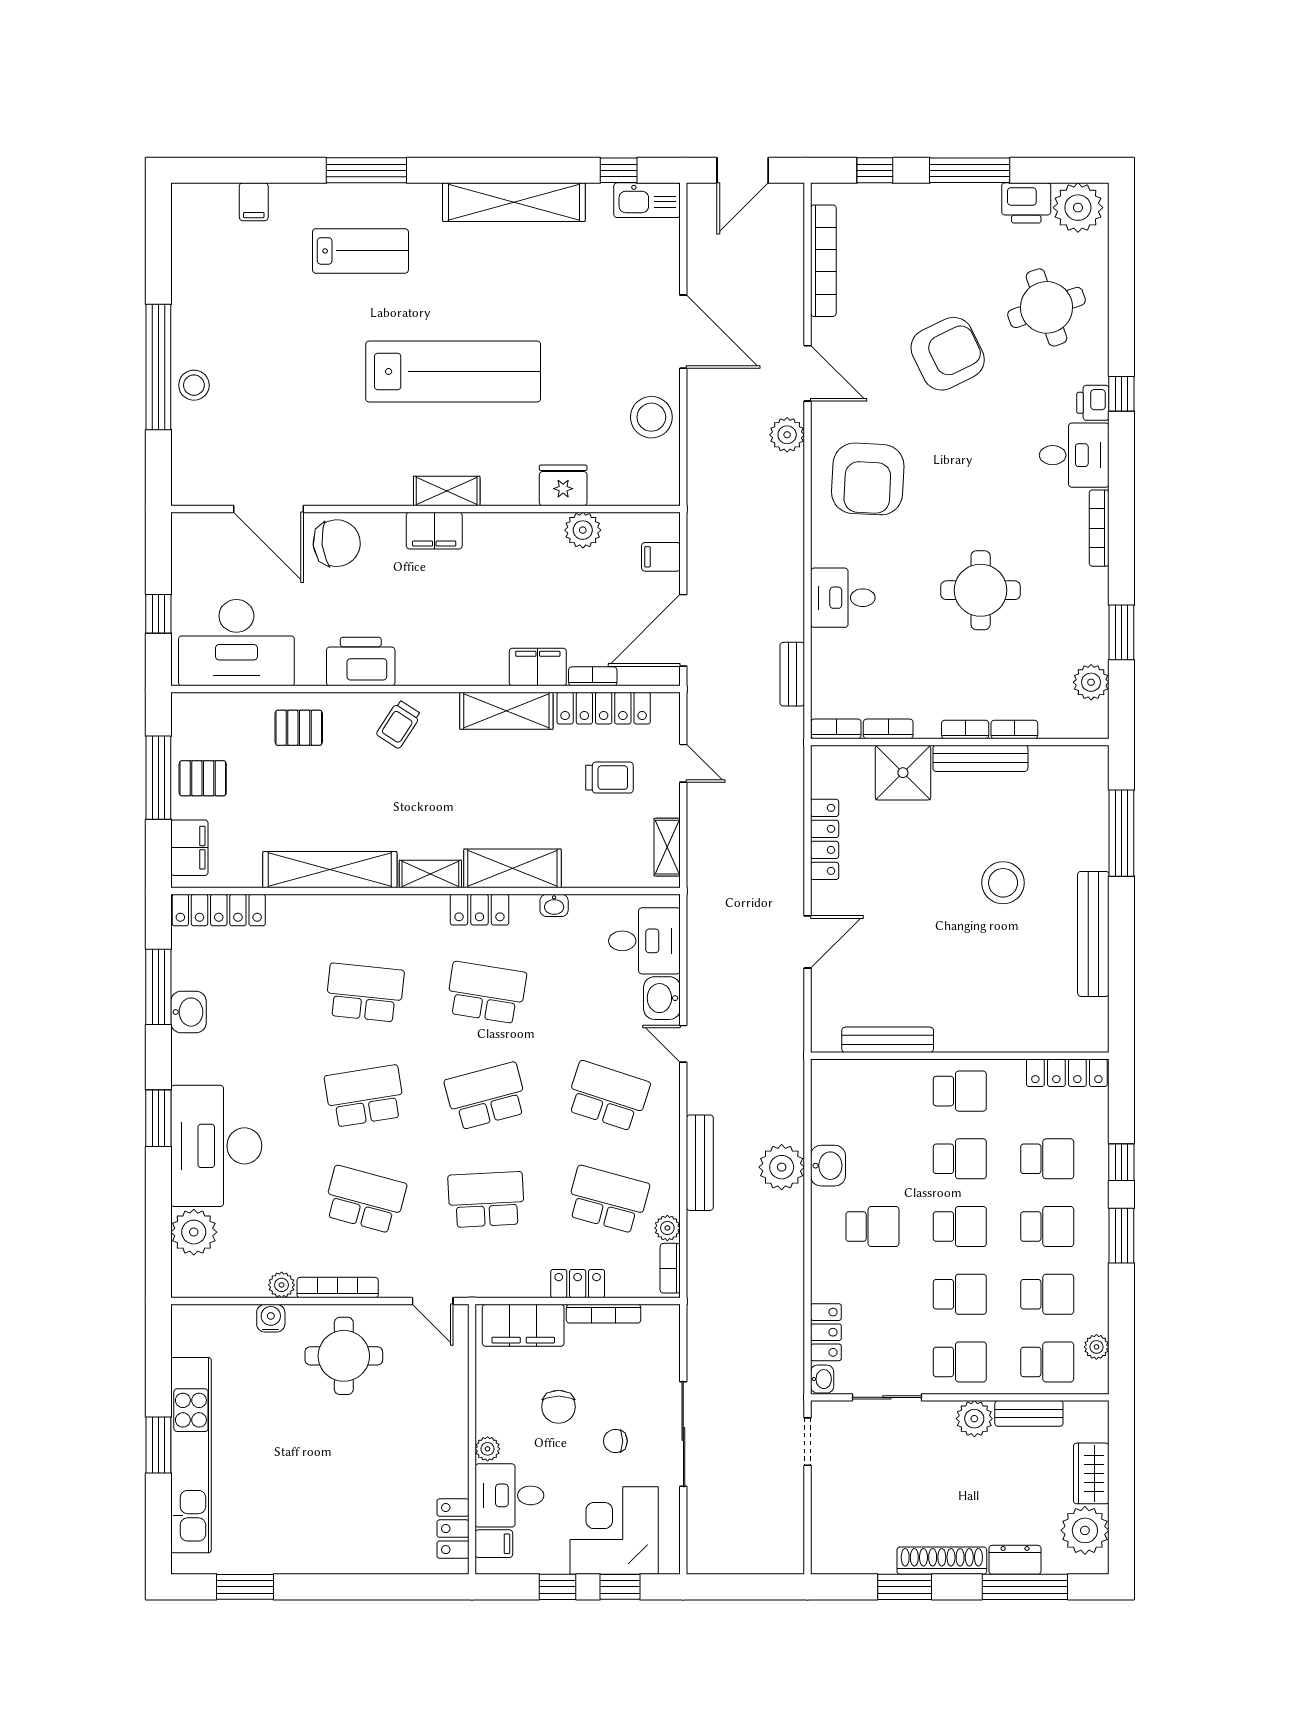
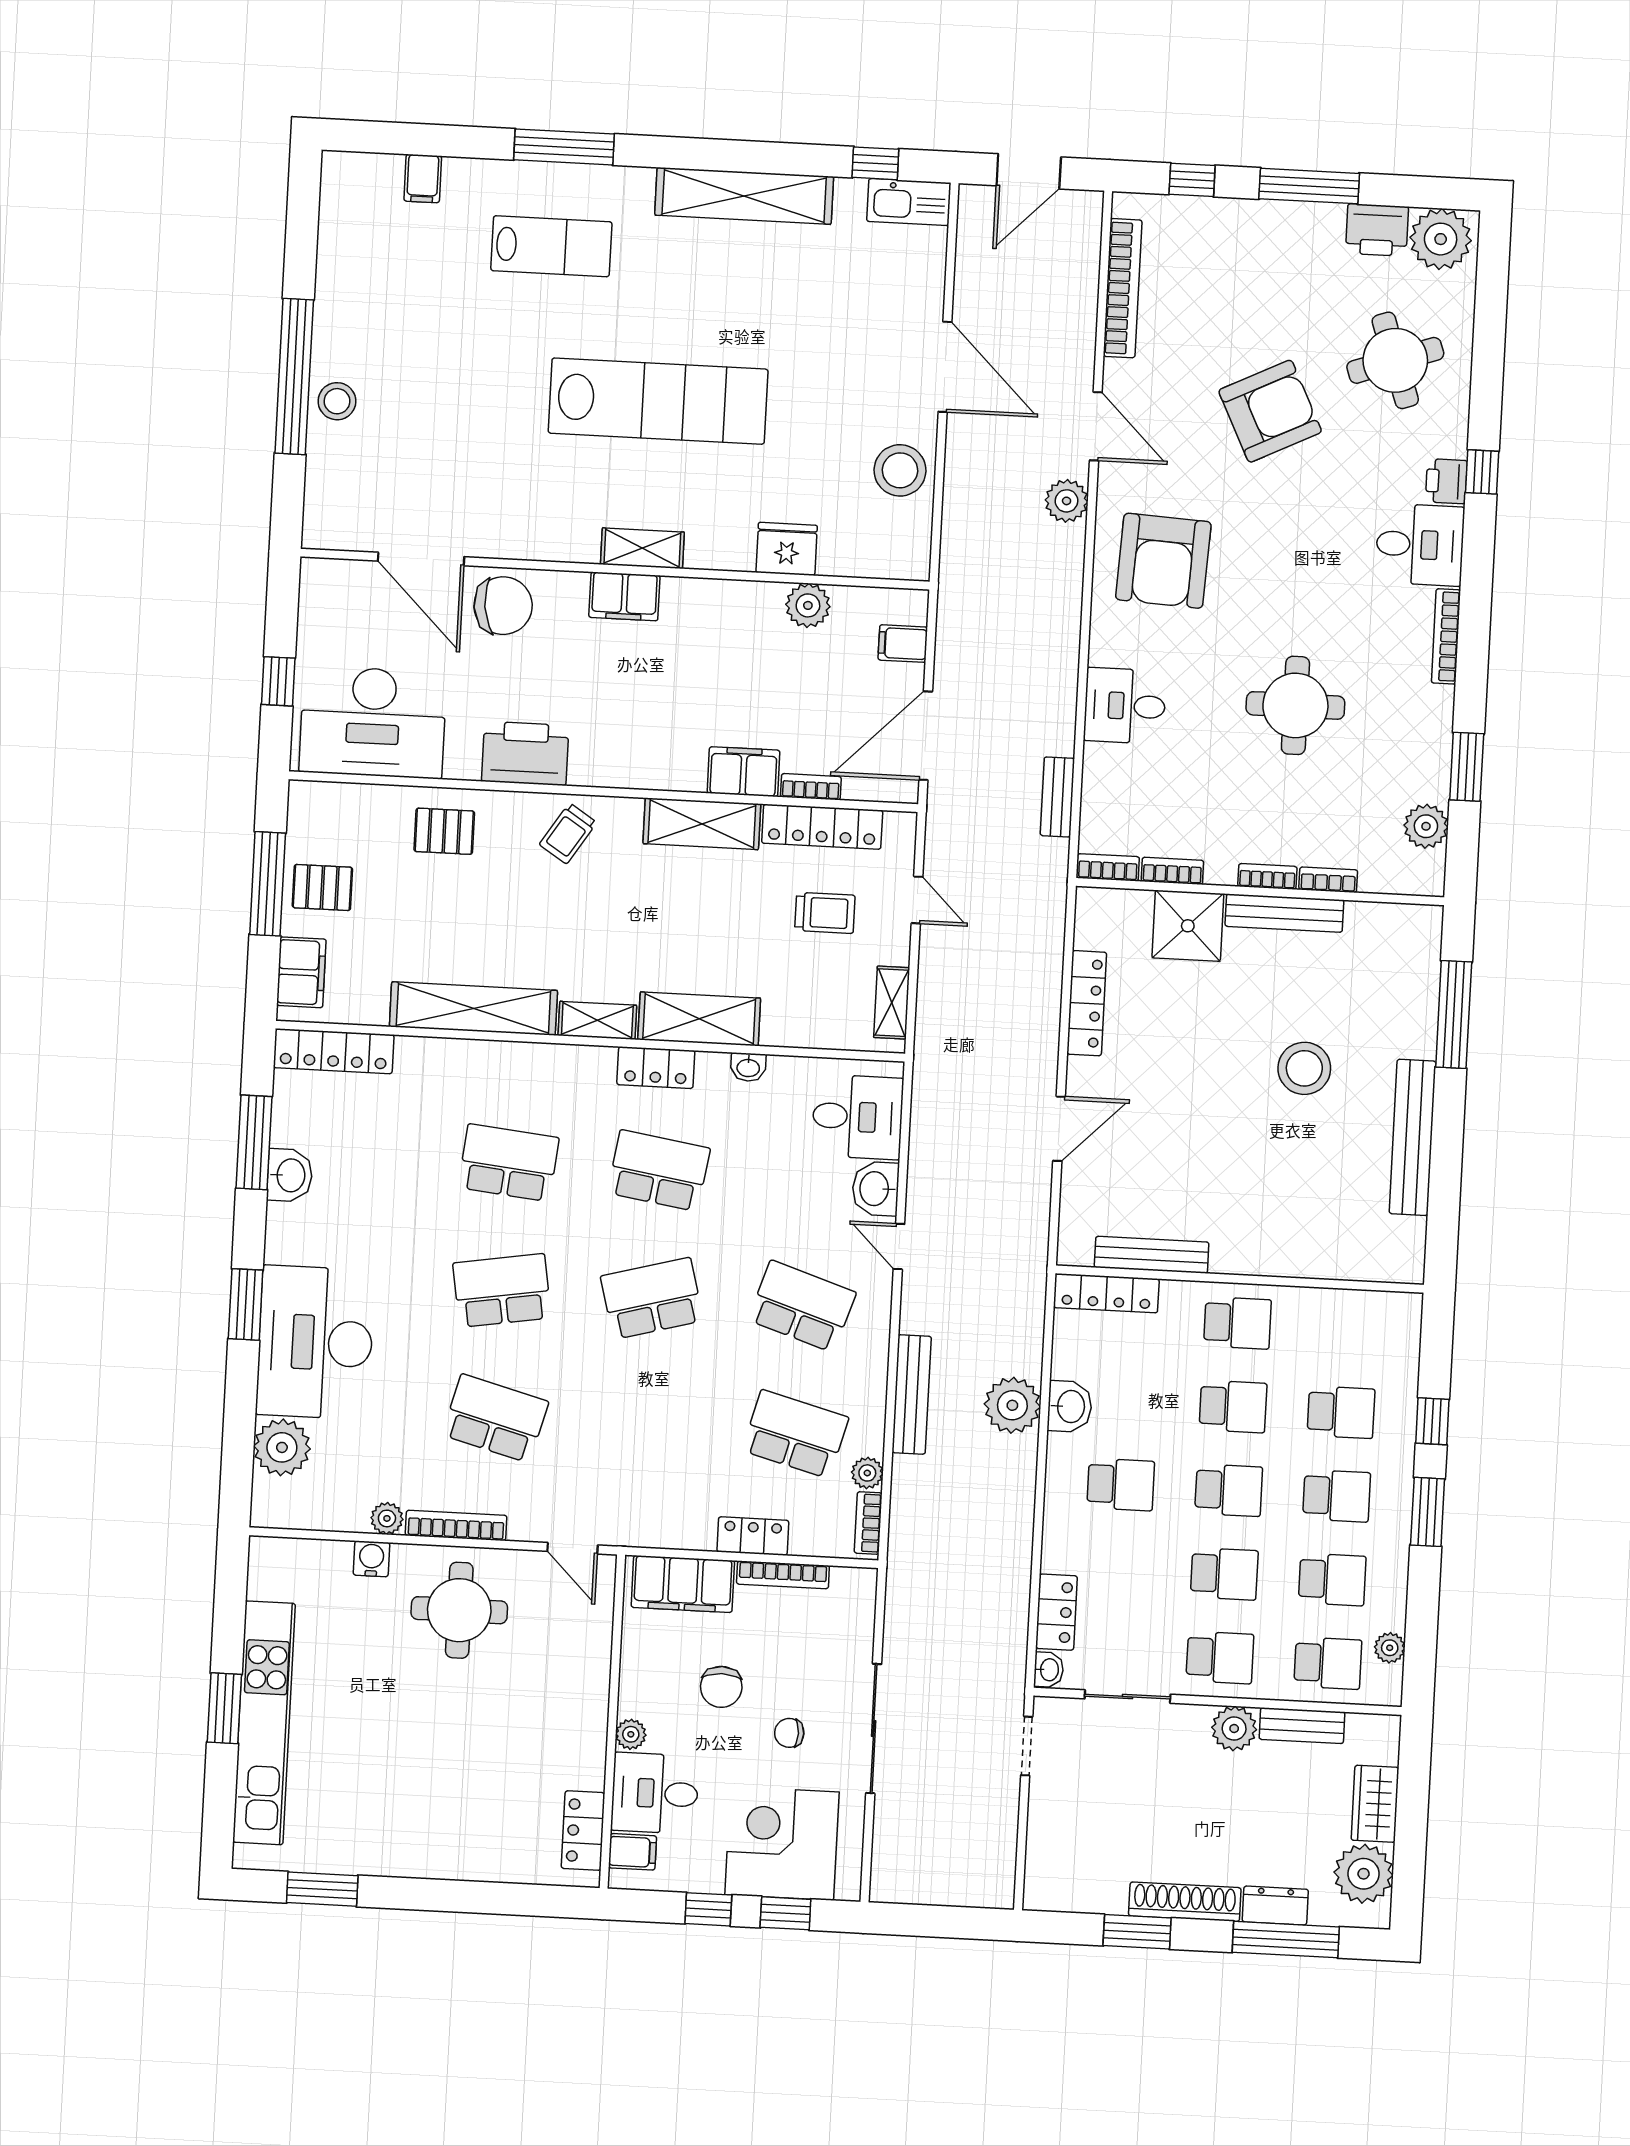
locker: (1067, 1073) -> (1106, 1293), moved
school desk: (486, 1199) -> (645, 1426), removed

